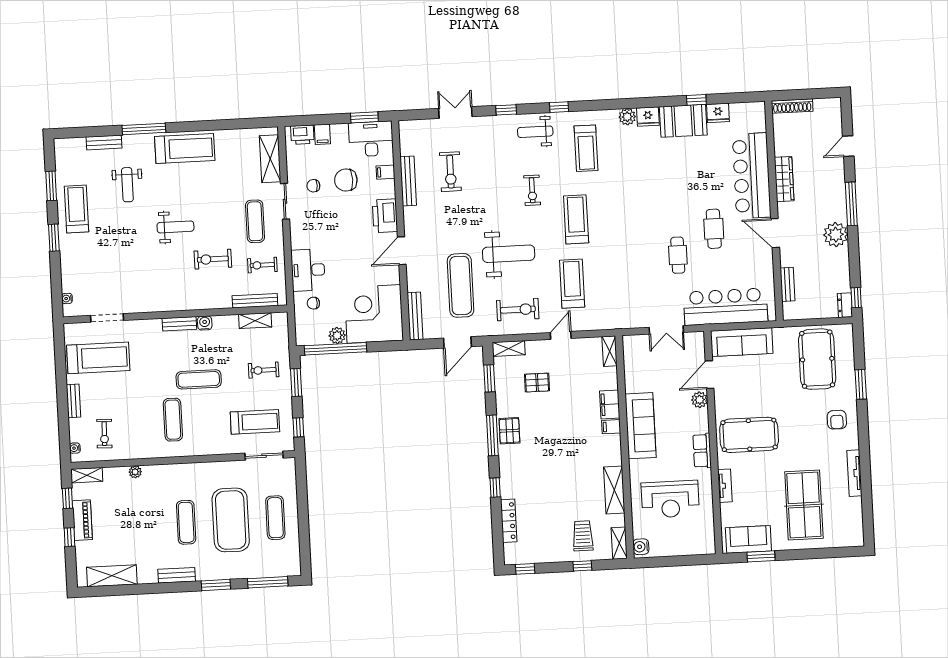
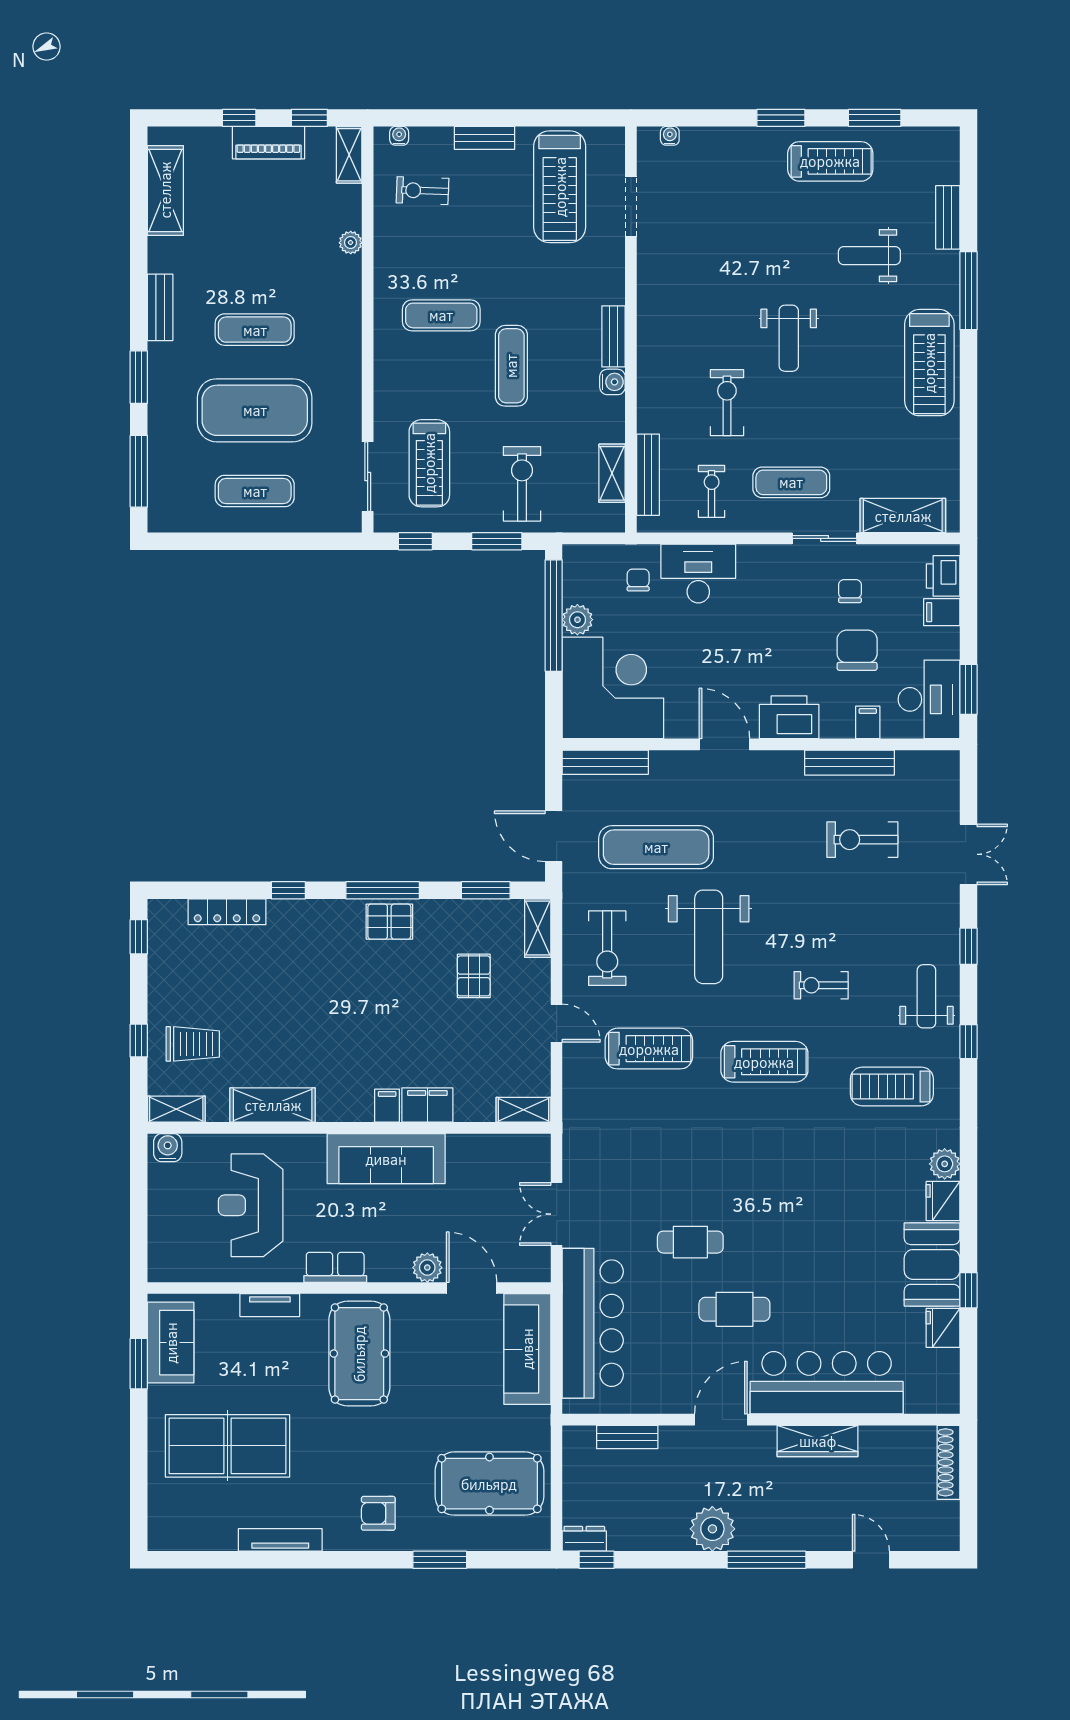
exercise bike: (264, 370) -> (522, 484), width x1.38, depth x1.39

